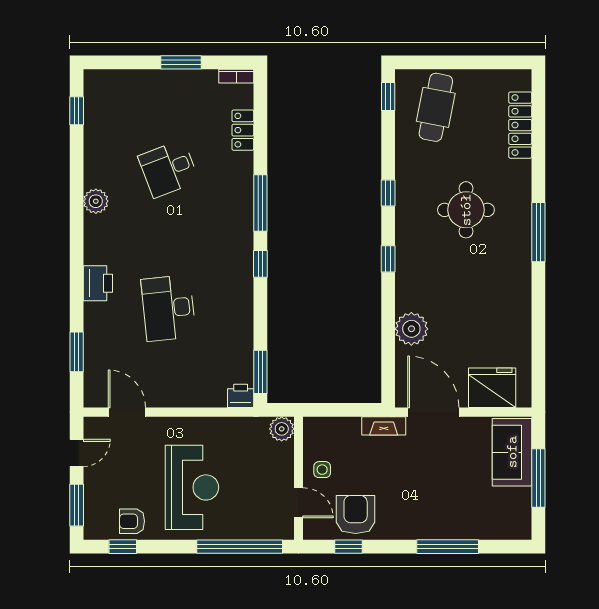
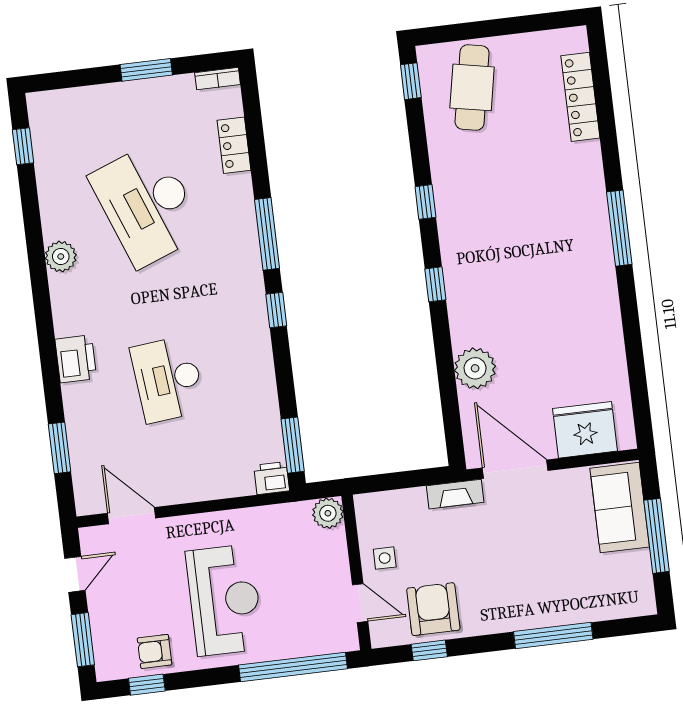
desk: (168, 169) -> (147, 205), width x1.87, depth x1.30
round table: (466, 210) -> (525, 211), removed

